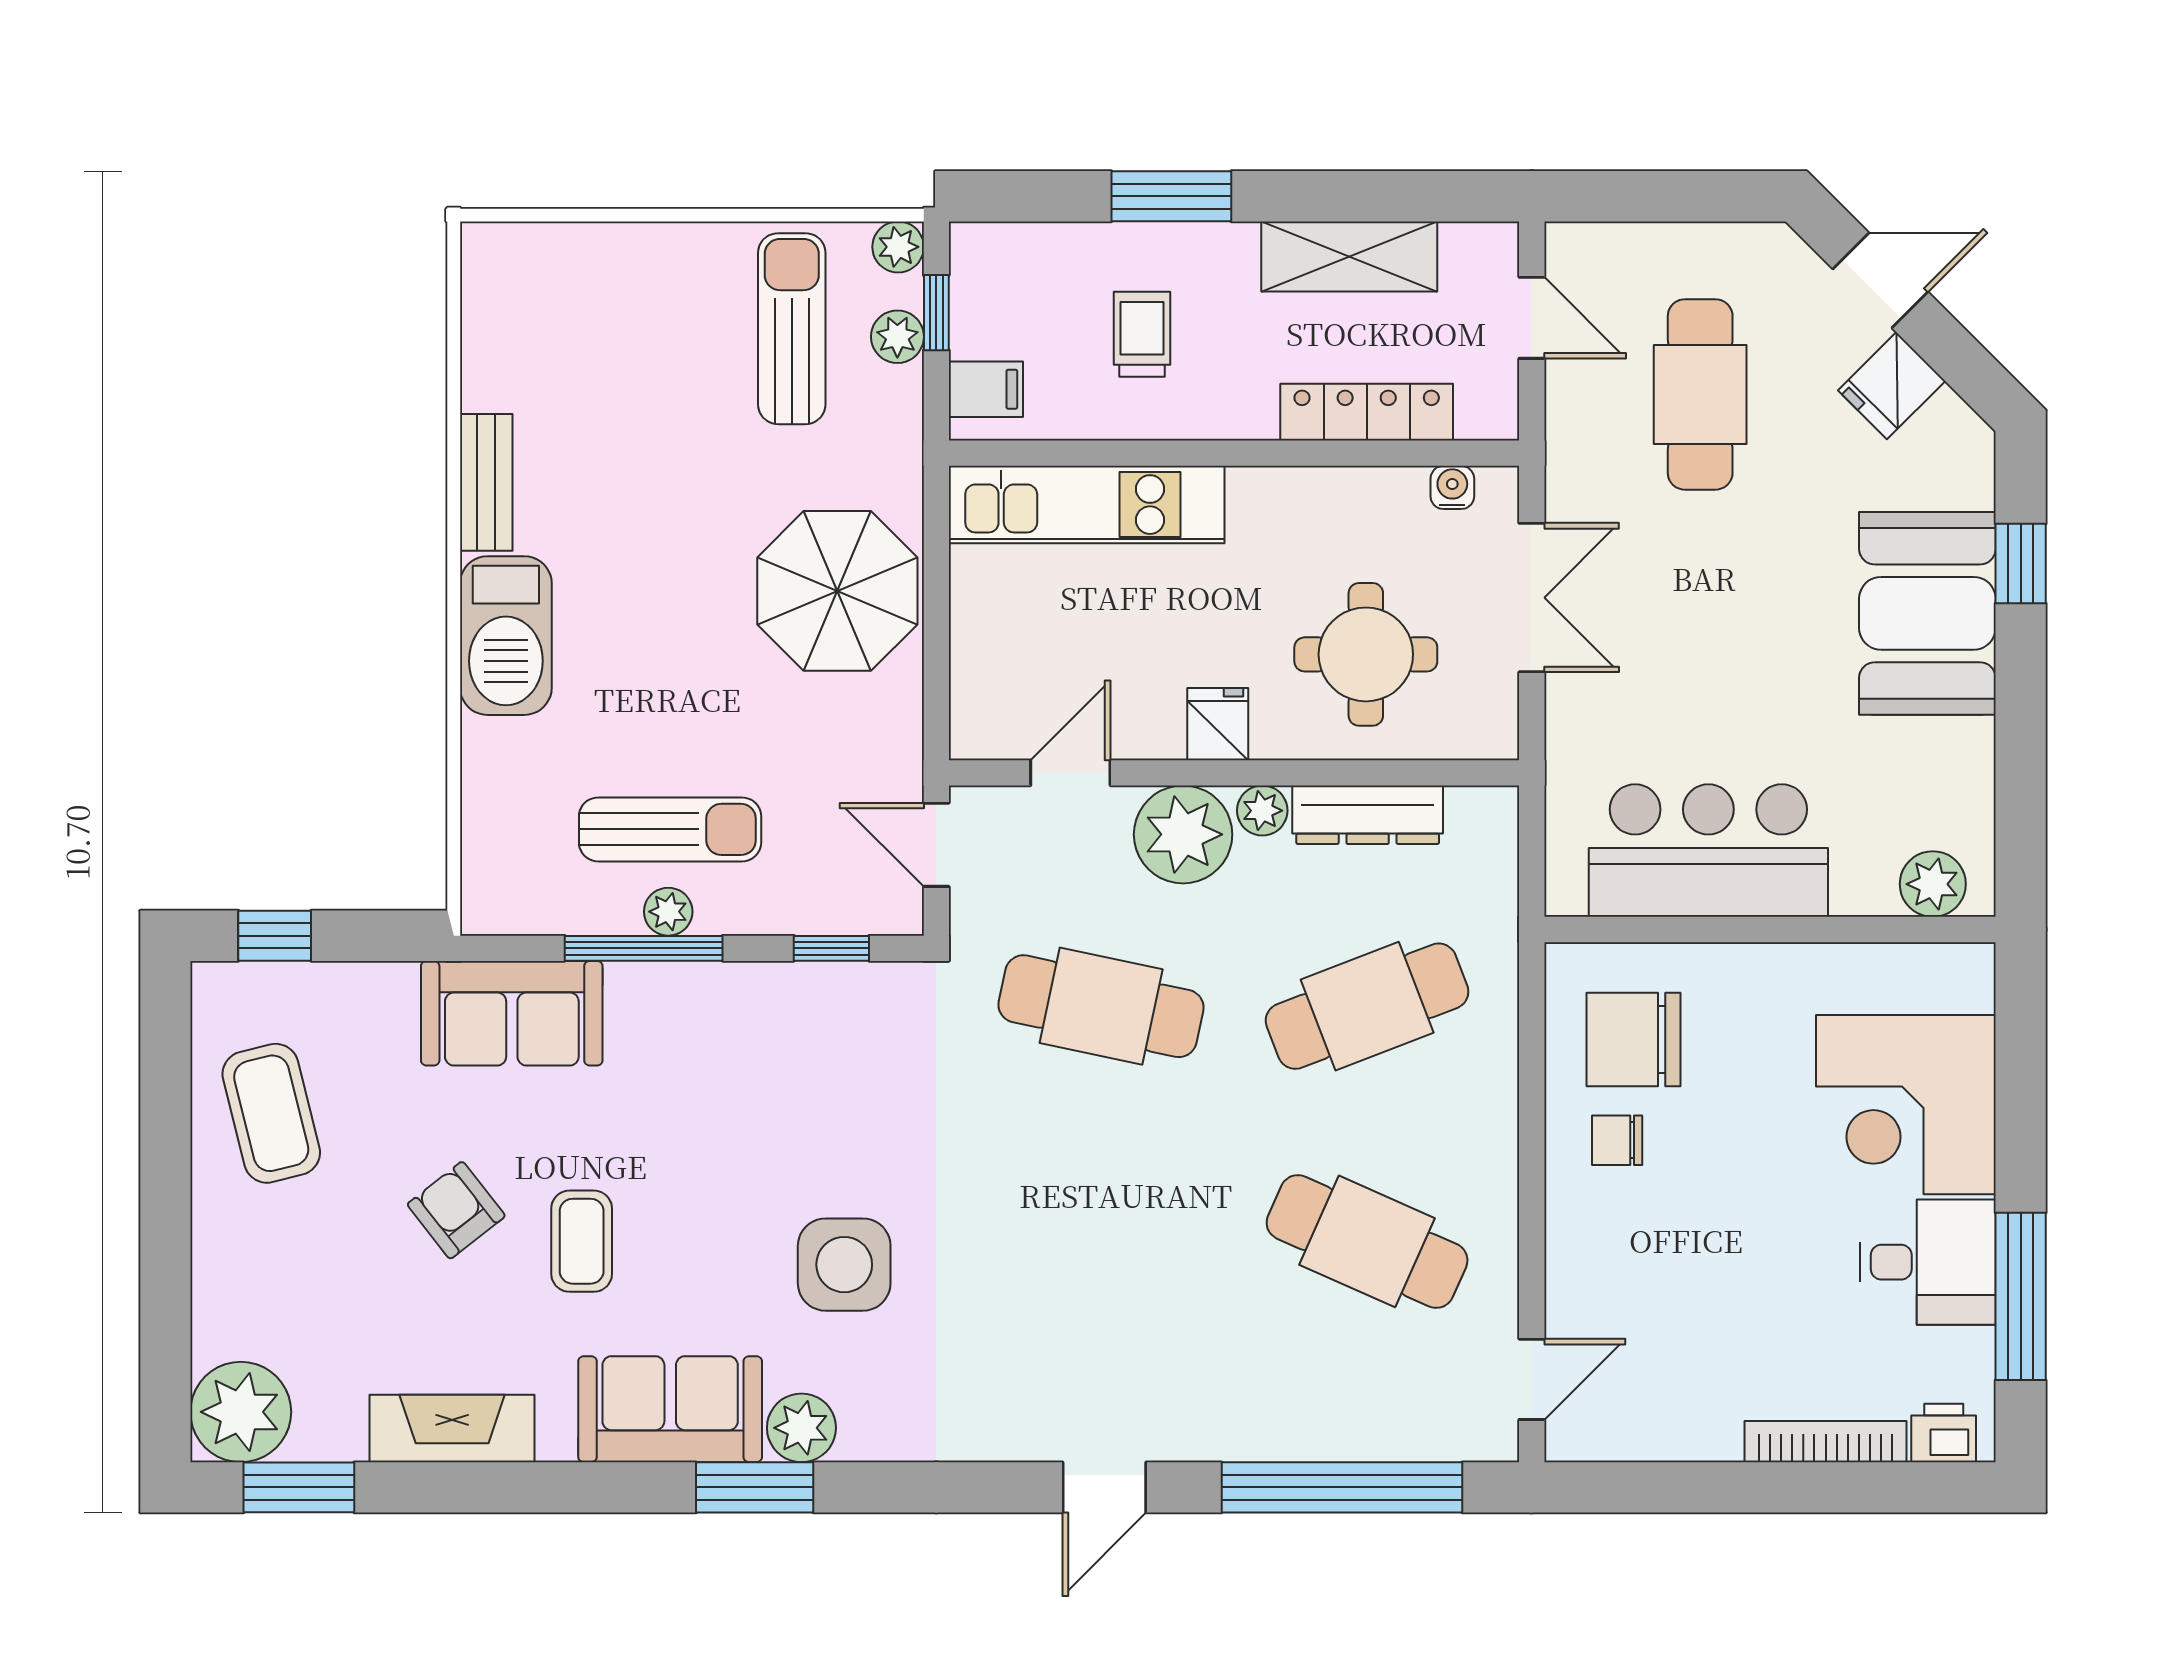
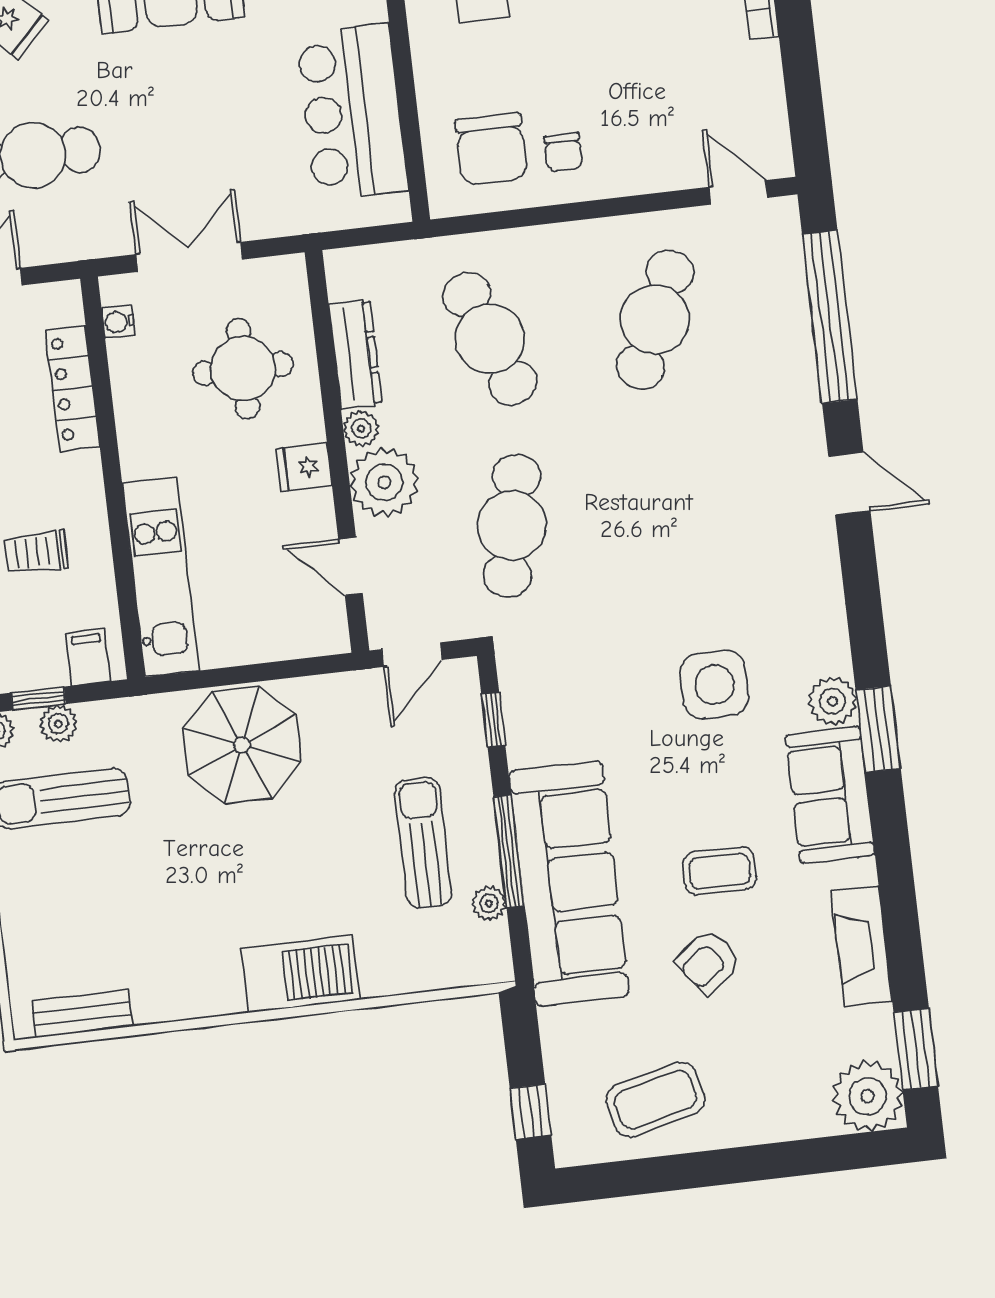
bench: (486, 482) -> (82, 1014), moved
plant: (668, 912) -> (489, 903), moved
sofa: (512, 1013) -> (569, 883), width x1.85, depth x1.27

